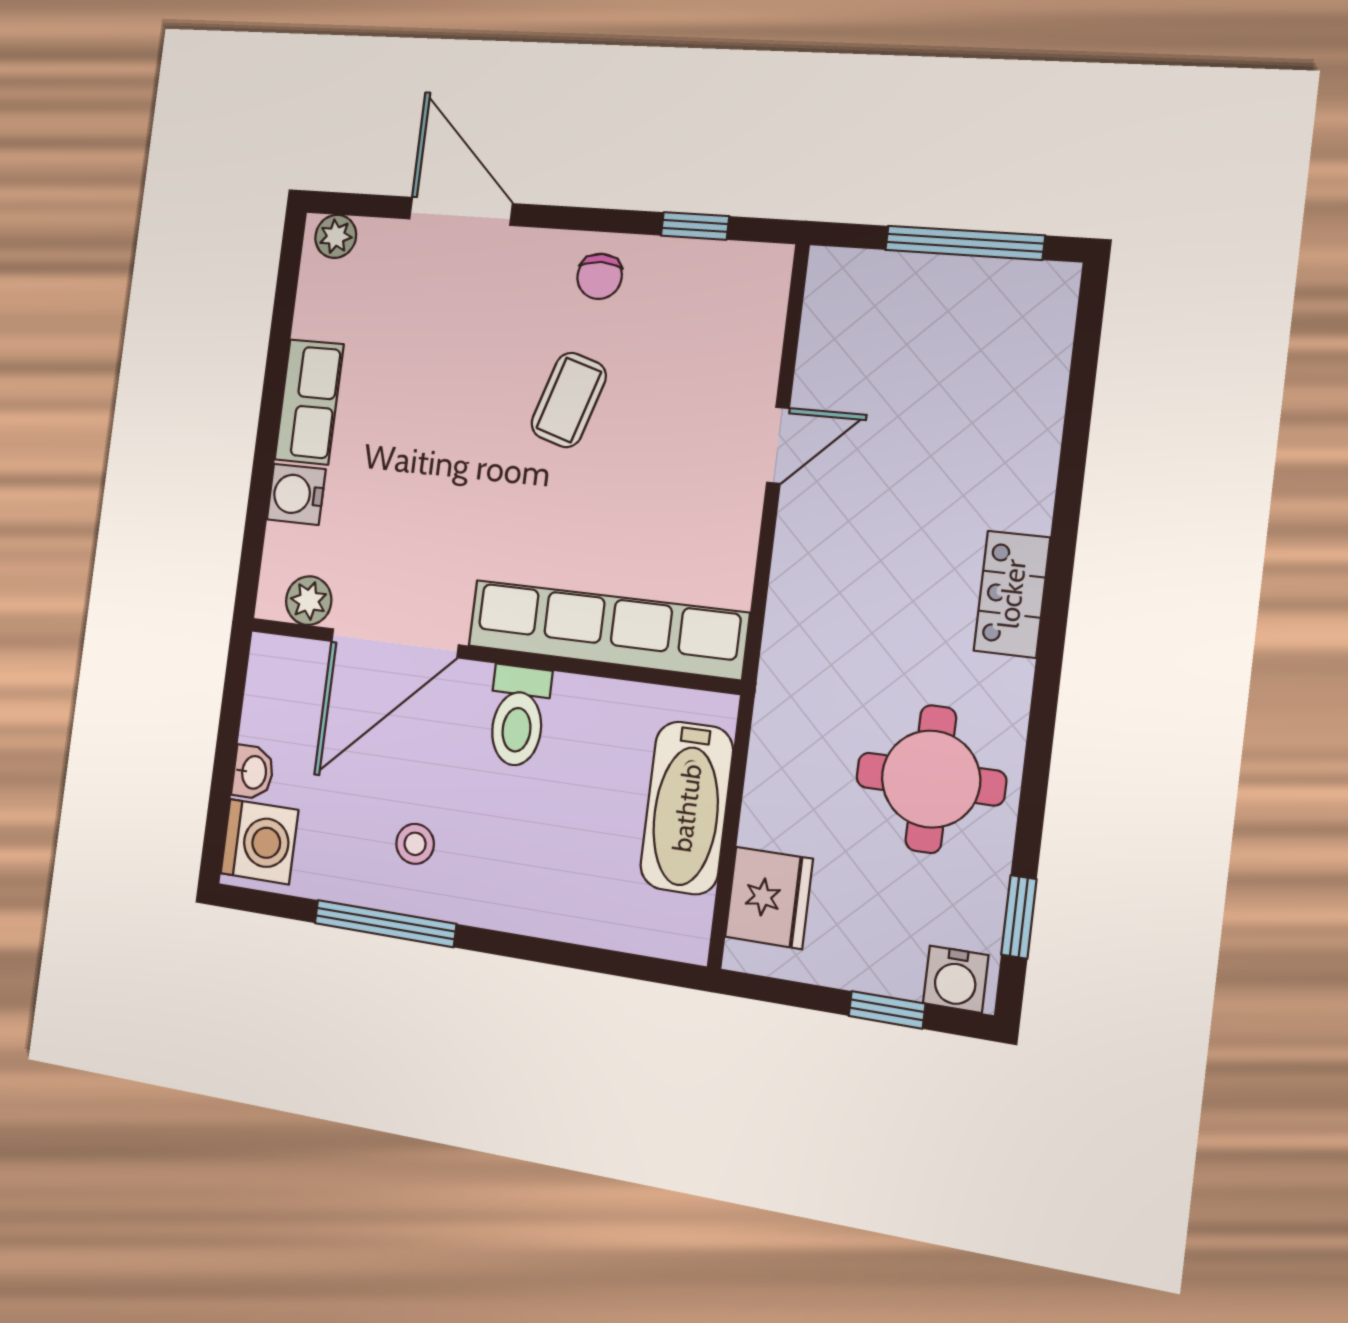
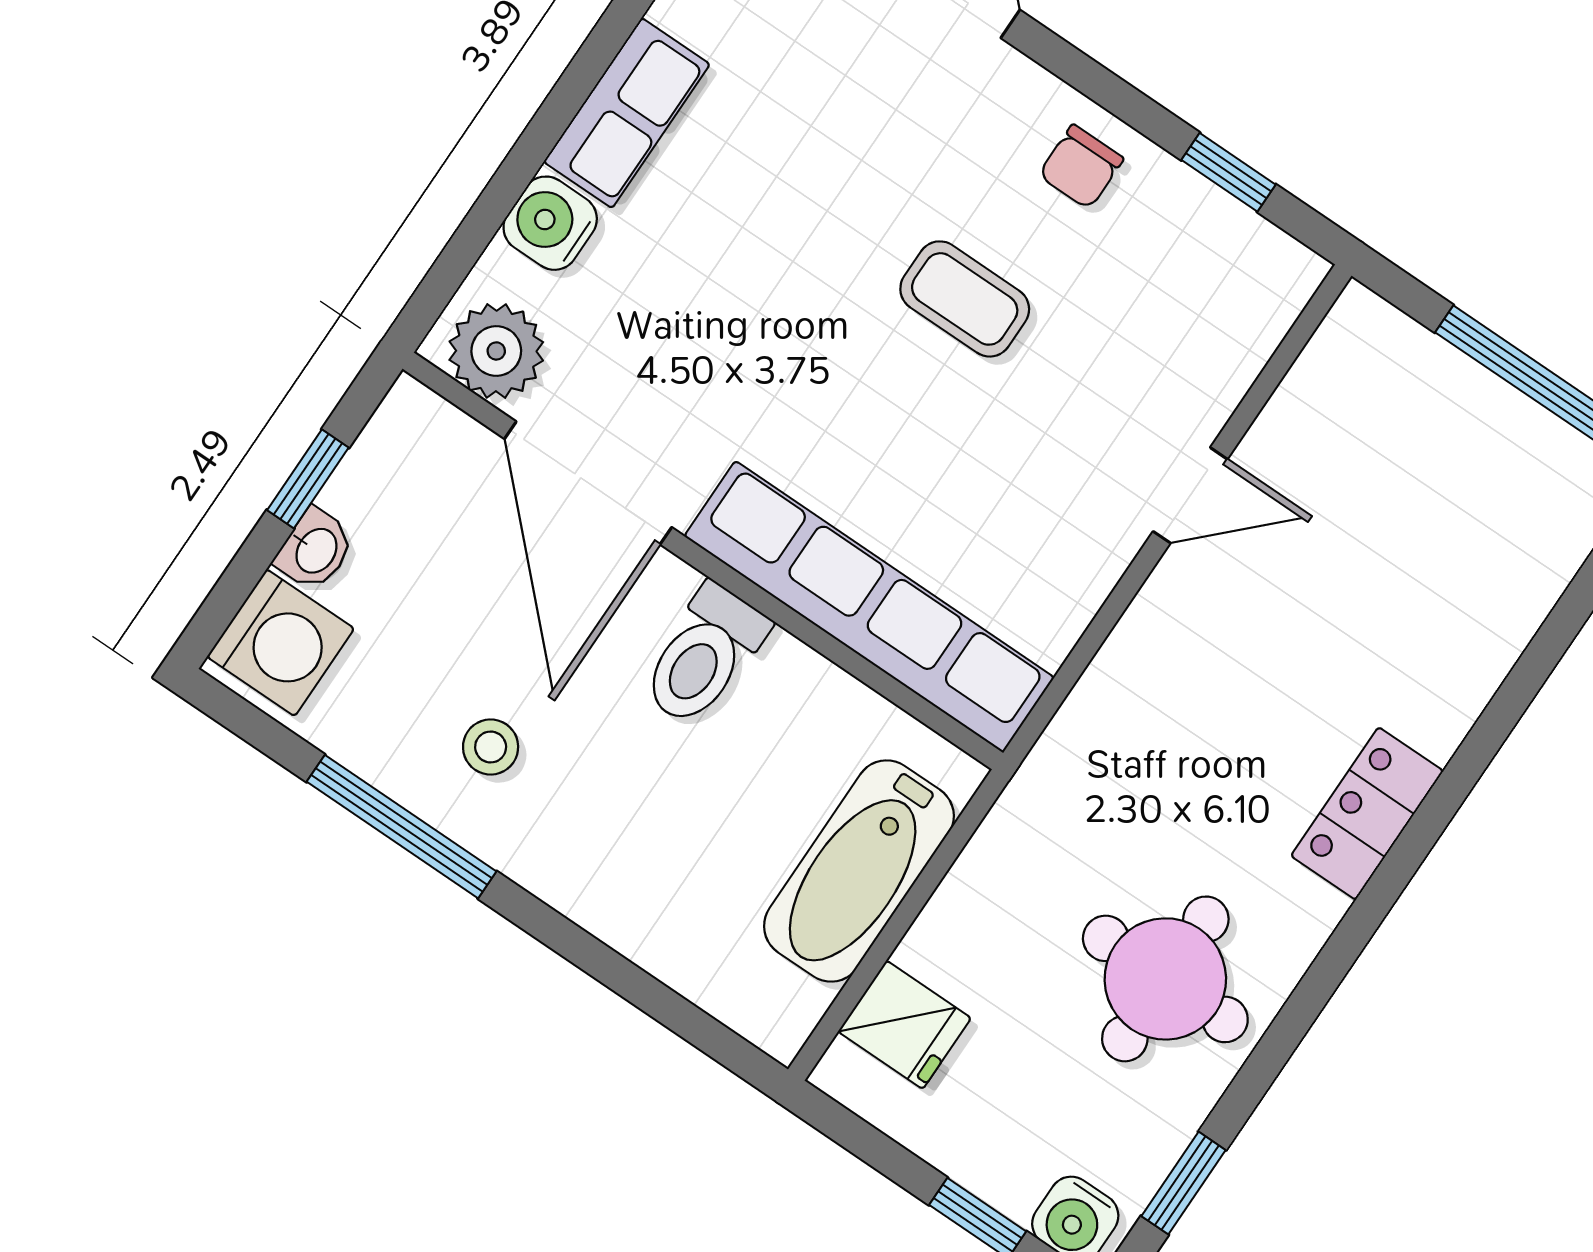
coffee table: (569, 400) -> (965, 299), turned 73
plant: (309, 601) -> (496, 351), width x1.38, depth x1.38
door: (395, 643) -> (588, 483), hinge flipped
window: (229, 730) -> (308, 479), added
fridge: (769, 898) -> (905, 1025), width x0.72

